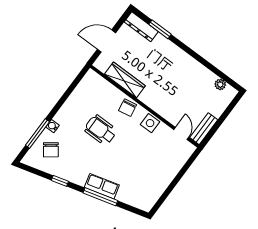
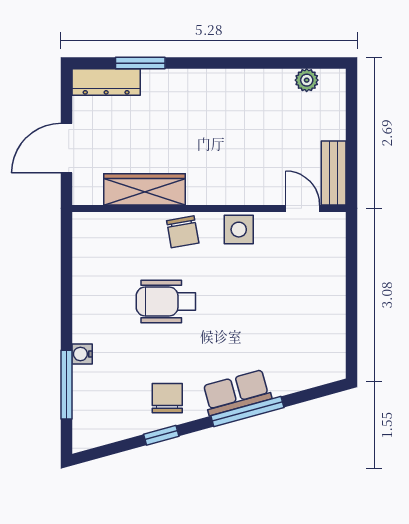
chair: (51, 150) -> (167, 398), moved, turned -143

